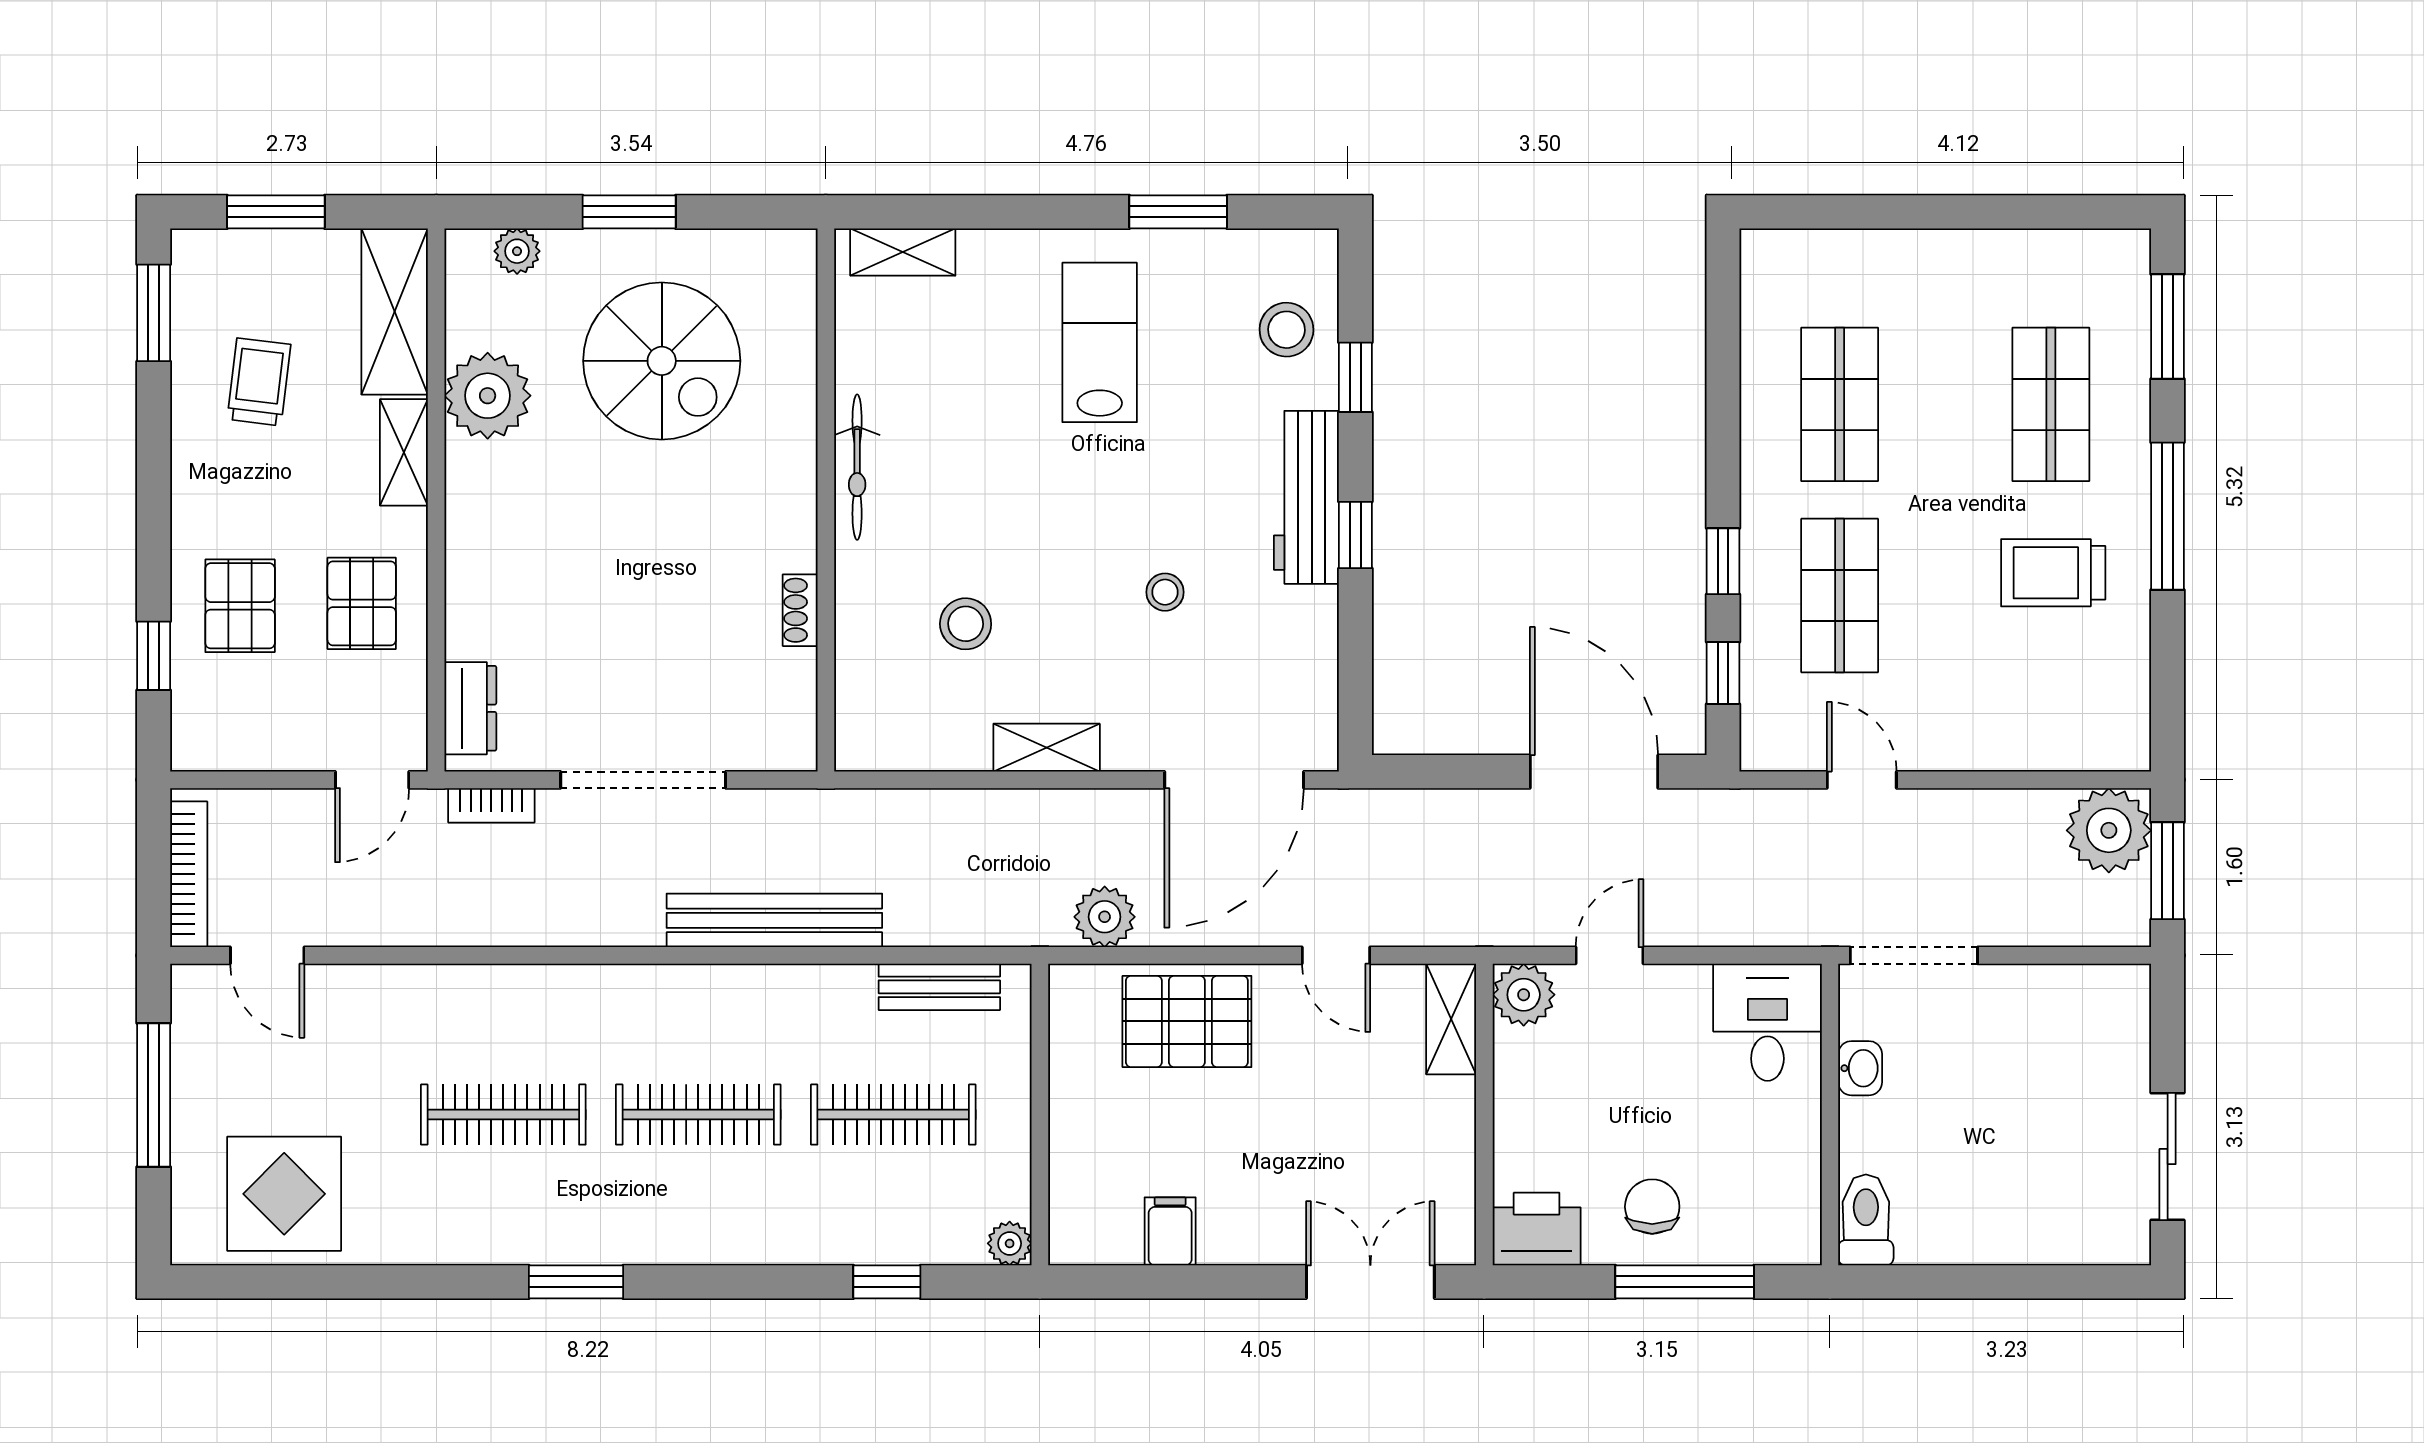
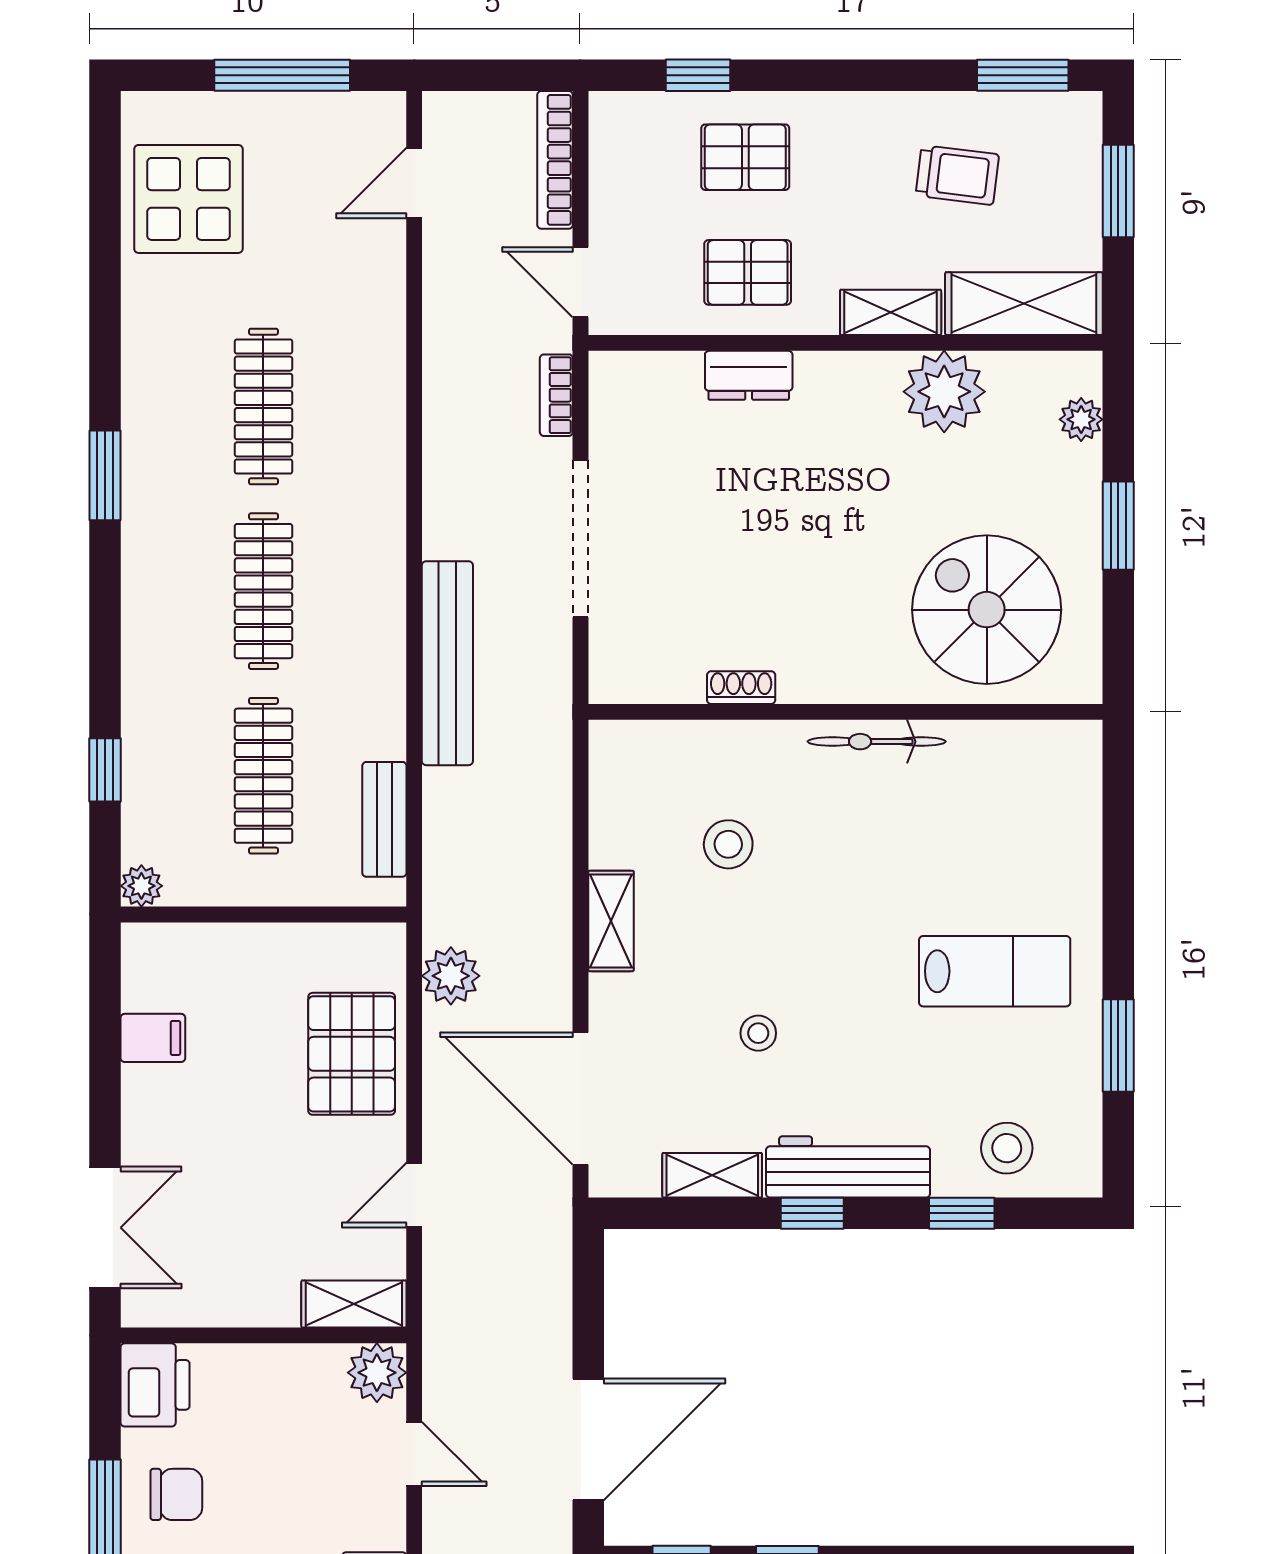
shelving: (903, 252) -> (712, 1175), moved, turned 90
spiral stairs: (662, 361) -> (987, 610), moved, turned 90
dresser: (470, 708) -> (749, 375), moved
bookcase: (189, 874) -> (555, 160), moved, turned 90

